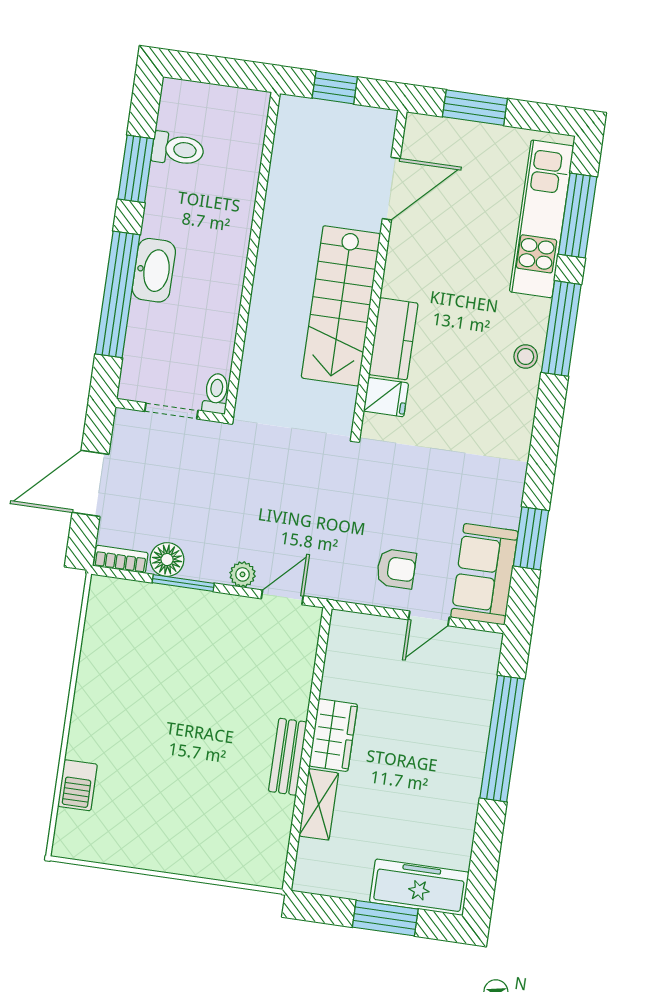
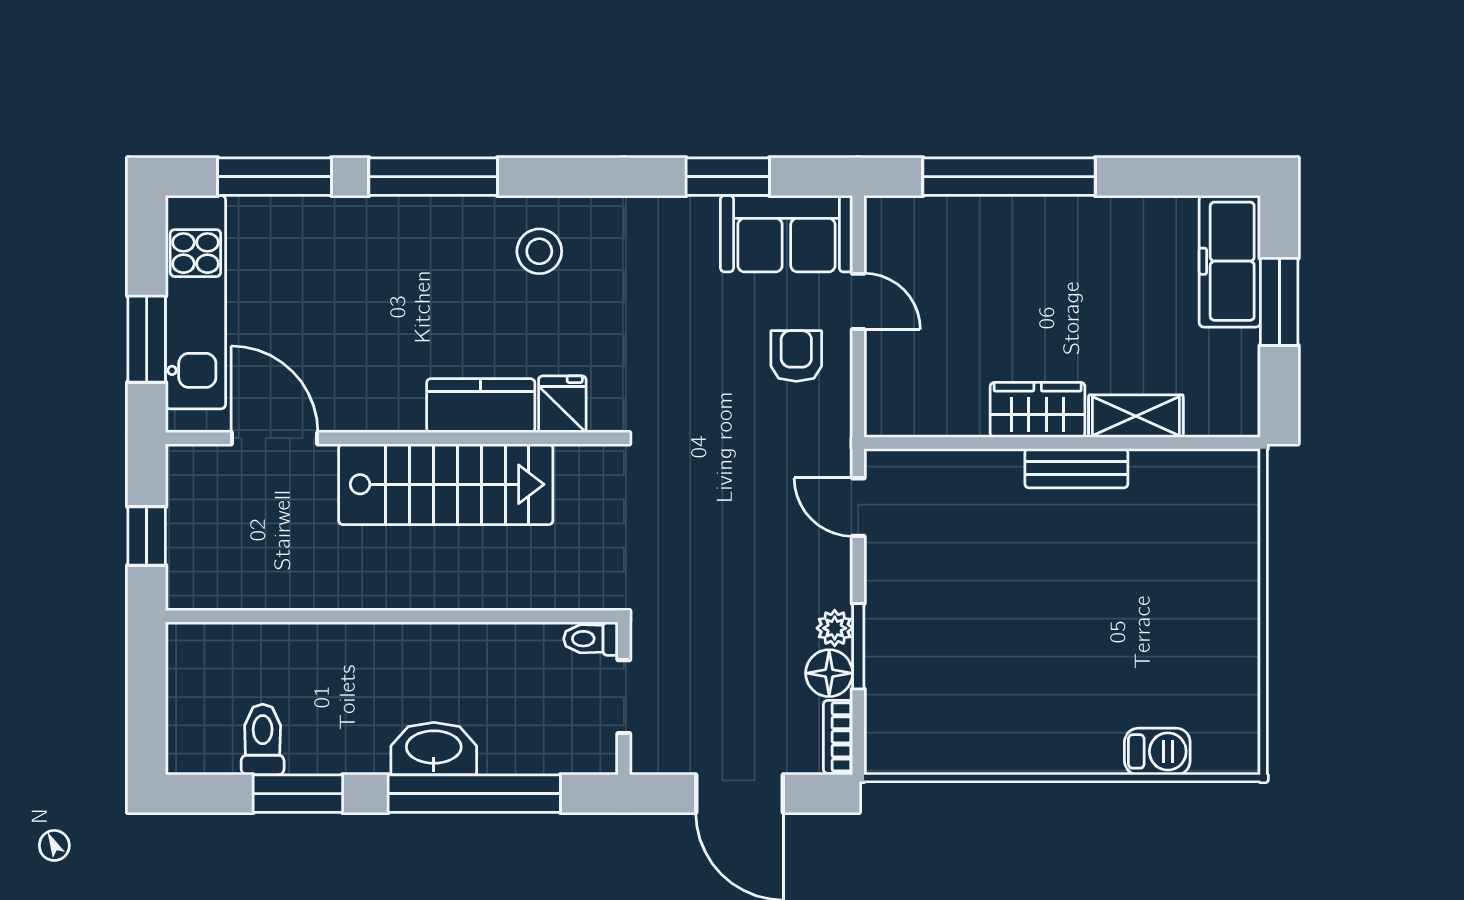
kitchen unit: (542, 219) -> (195, 302), moved, turned -90
stool: (526, 357) -> (539, 251), moved, width x1.37, depth x1.37
plant: (243, 574) -> (835, 628), moved

